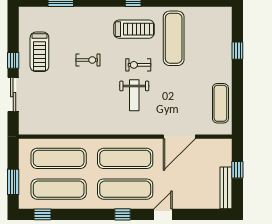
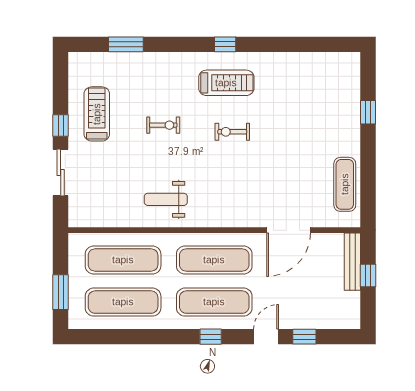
exercise mat: (174, 38) -> (281, 95), removed
treadmill: (39, 52) -> (97, 114), turned 180
weight bench: (134, 95) -> (166, 199), moved, turned 90
bench: (226, 188) -> (352, 262), moved
window: (43, 214) -> (304, 337), moved

